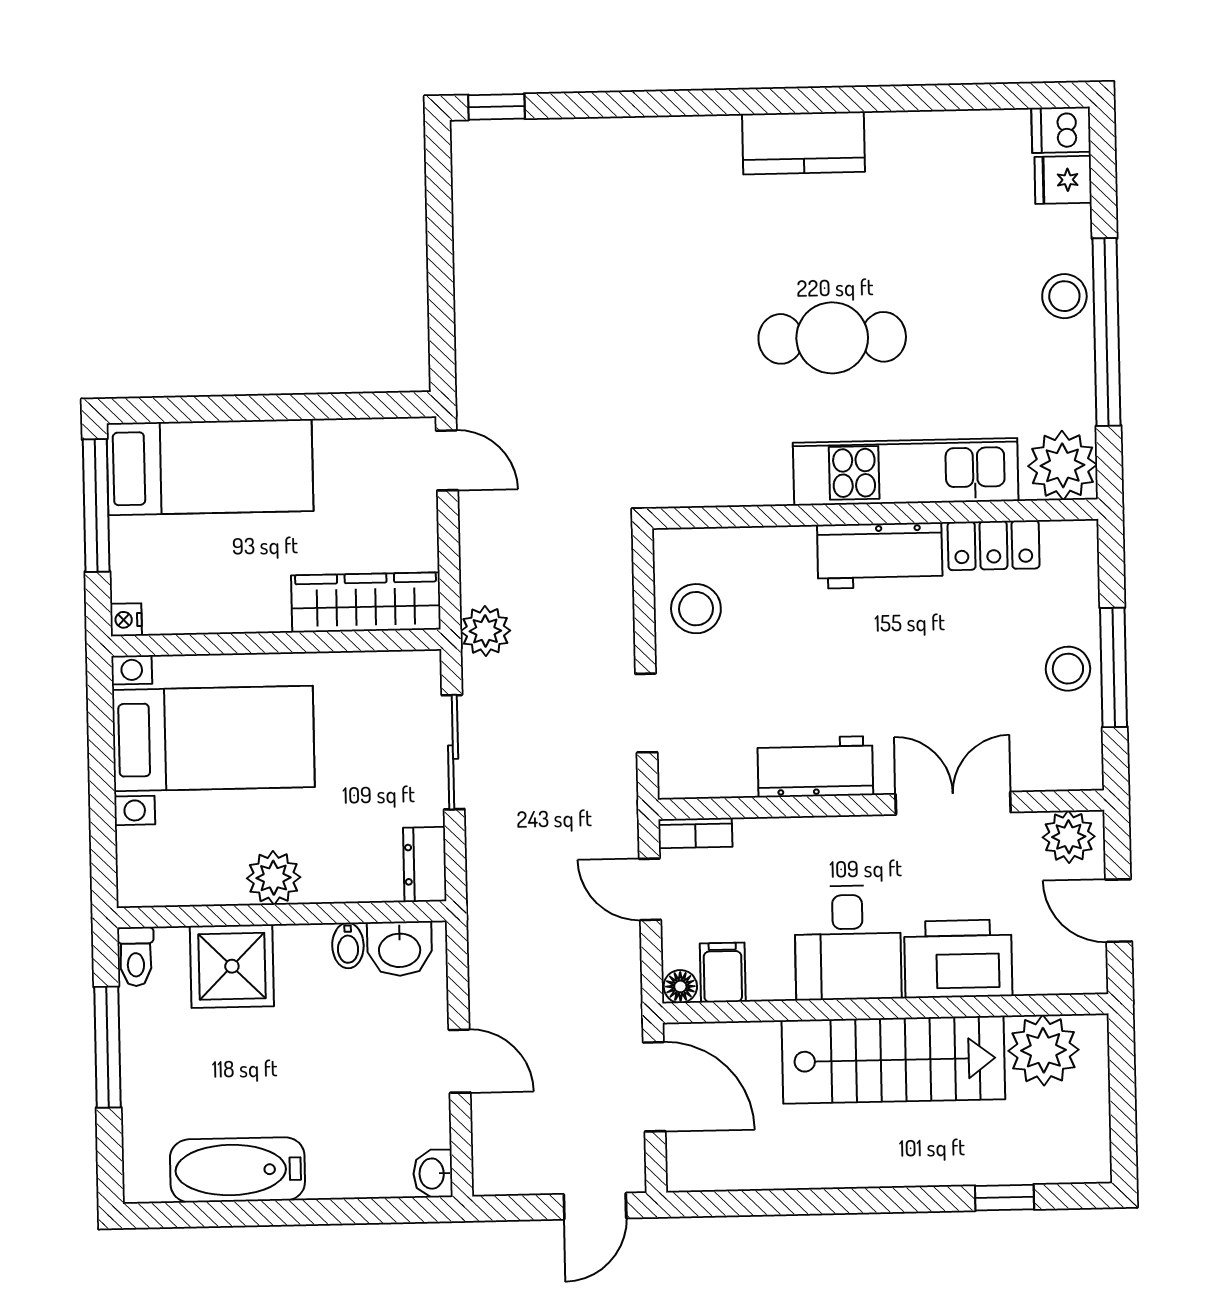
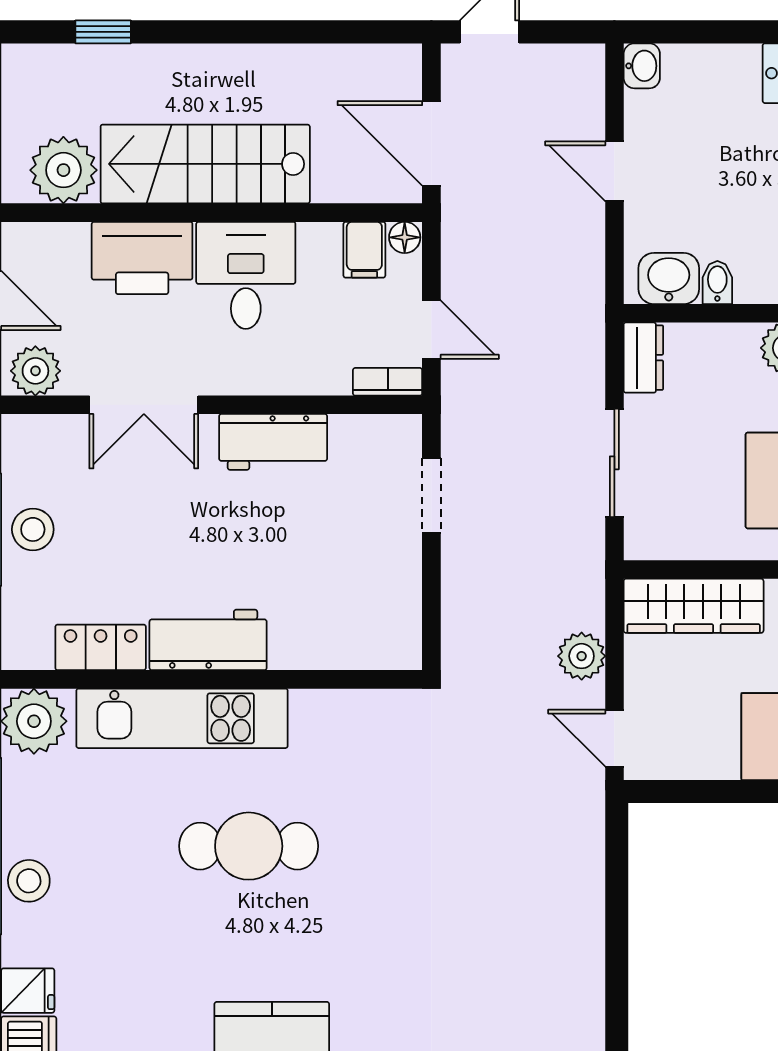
stool: (696, 609) -> (382, 593), removed
plant: (485, 631) -> (582, 656), moved

